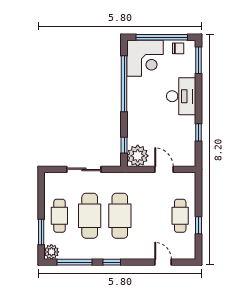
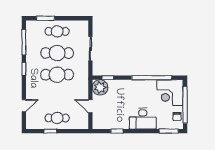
door: (164, 169) -> (90, 106), swing flipped
plant: (51, 252) -> (31, 26), removed

